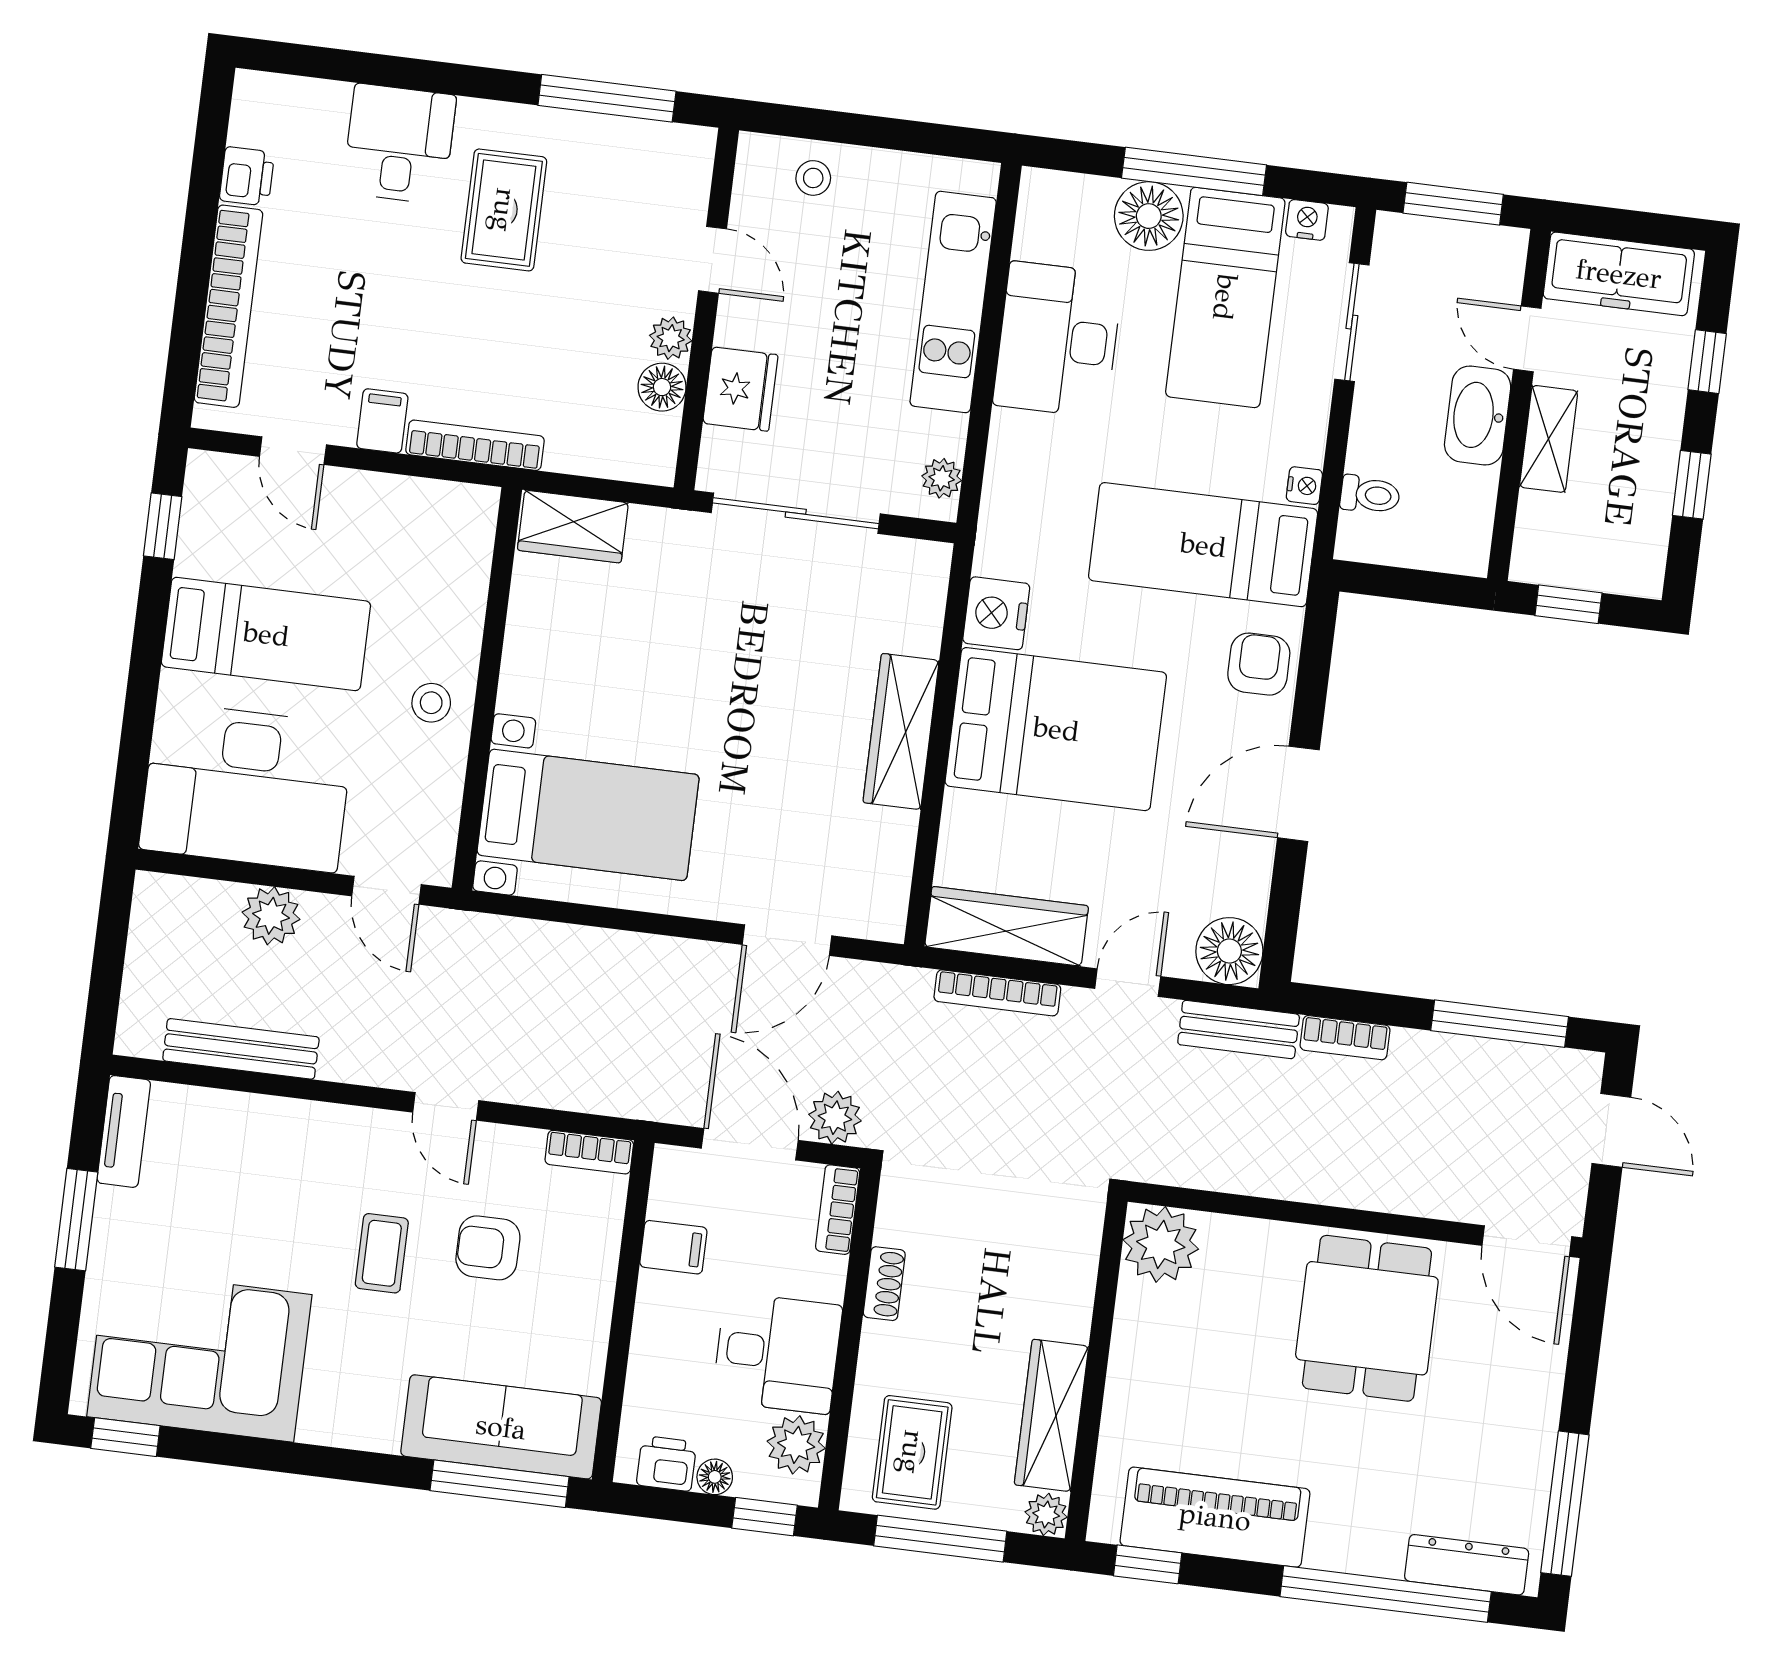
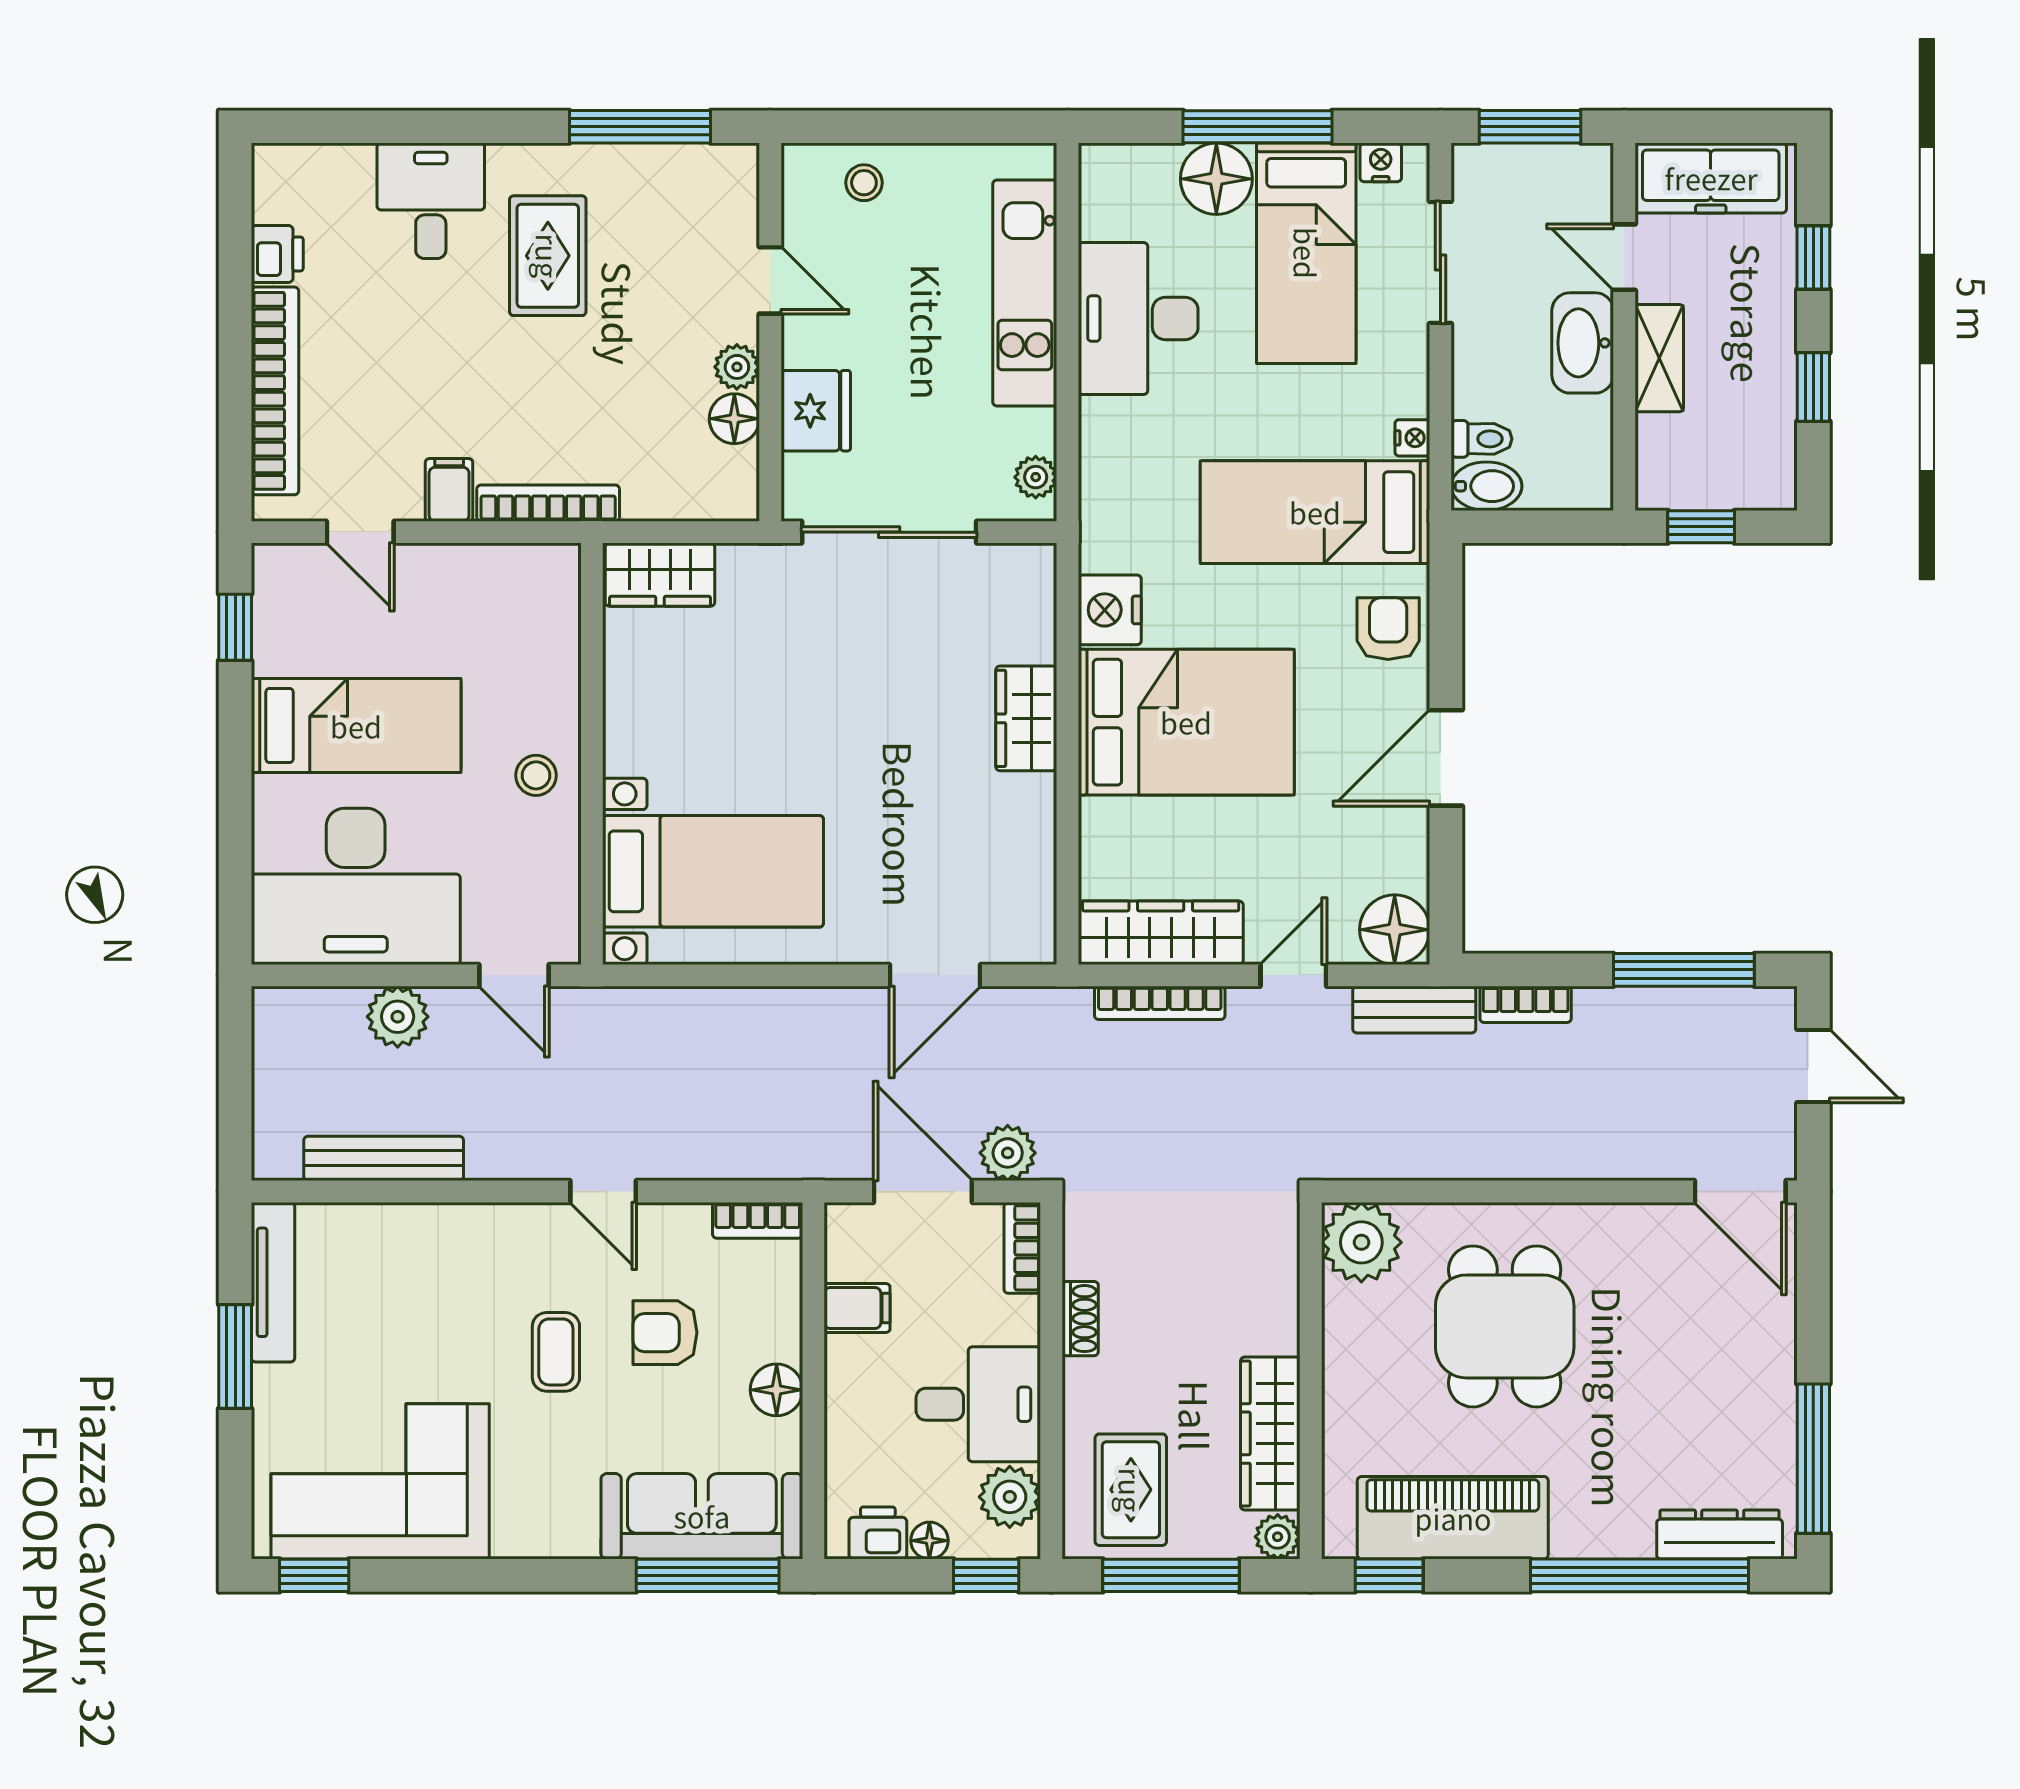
bidet: (1369, 540) -> (1486, 486), added
wardrobe: (901, 731) -> (1026, 718), width x0.67
tv unit: (124, 1131) -> (273, 1282), width x1.41
floor lamp: (587, 1315) -> (777, 1390), added
dining table: (1367, 1318) -> (1505, 1326), moved

